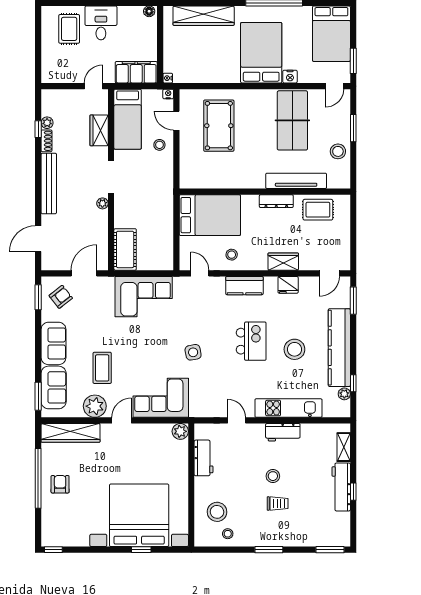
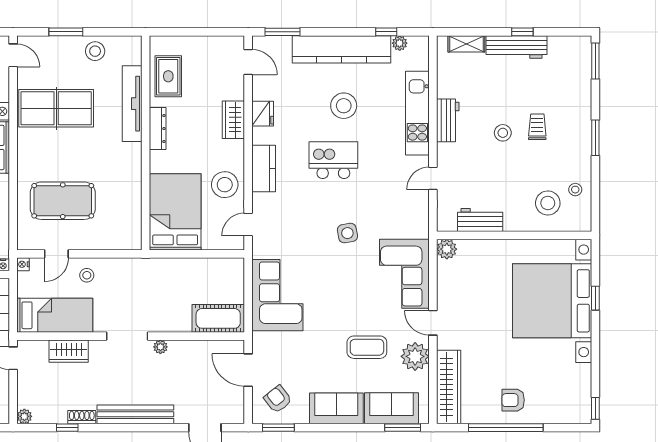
plant: (47, 123) -> (24, 416), moved
stool: (232, 255) -> (225, 185), width x1.89, depth x1.89

